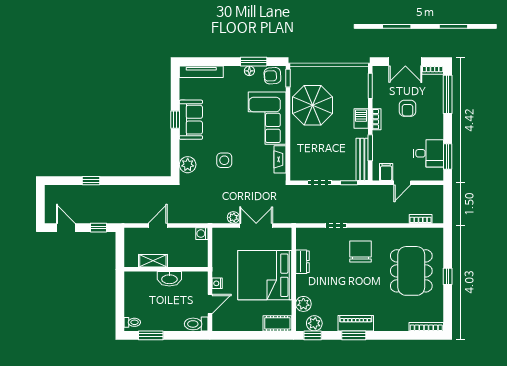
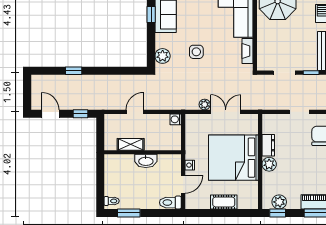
plant: (303, 304) -> (269, 164), moved
cot: (277, 323) -> (224, 202), moved

